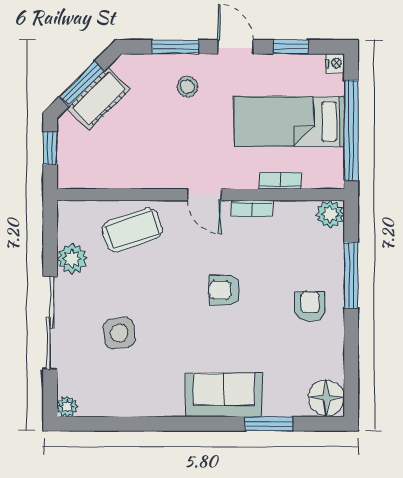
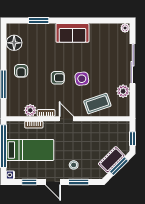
plant: (330, 214) -> (30, 110), moved
side table: (119, 333) -> (82, 79), moved
sofa: (224, 395) -> (72, 33), moved
floor lamp: (326, 398) -> (14, 43), moved

